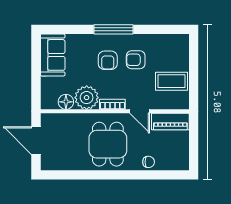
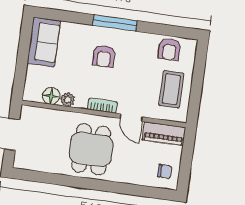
armchair: (136, 60) -> (169, 49), moved, turned -90
coffee table: (172, 81) -> (171, 89), turned 90
plant: (87, 98) -> (68, 100), width x0.53, depth x0.53
chair: (149, 162) -> (165, 171), moved

